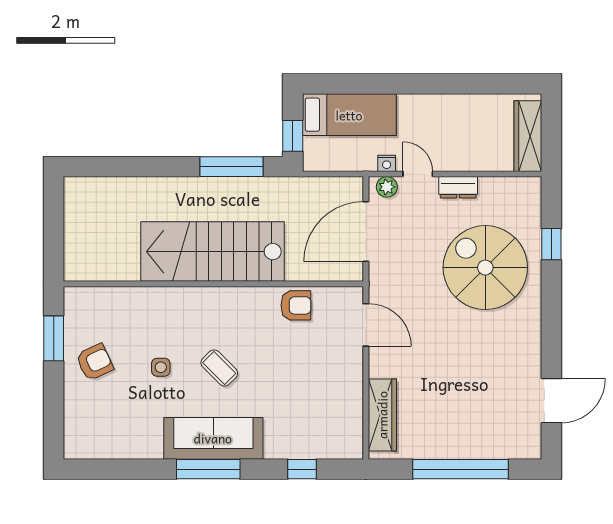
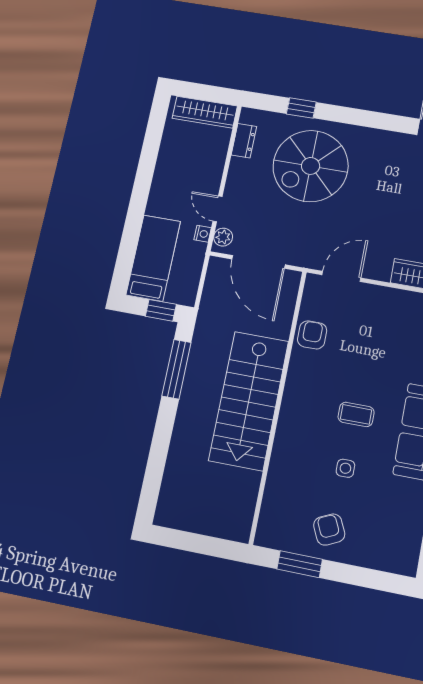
door: (418, 174) -> (217, 209), hinge flipped
dresser: (458, 187) -> (244, 141), moved
coffee table: (219, 368) -> (356, 414), turned 45

